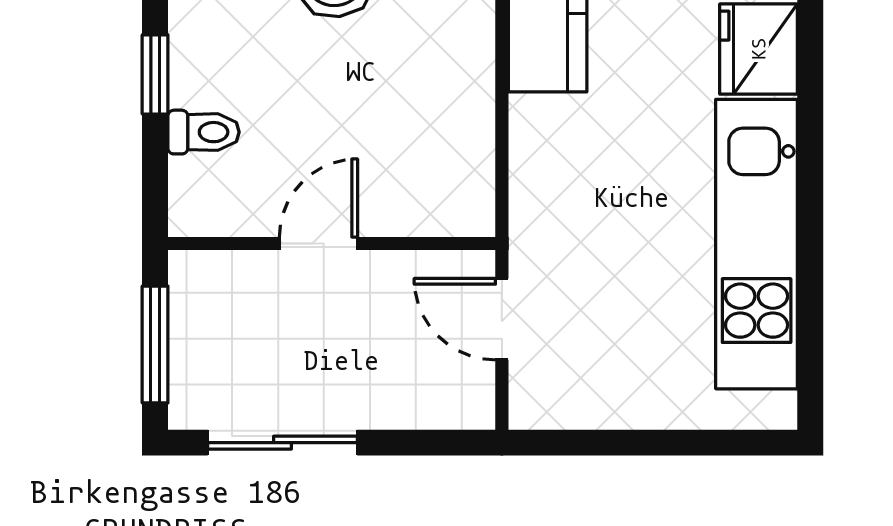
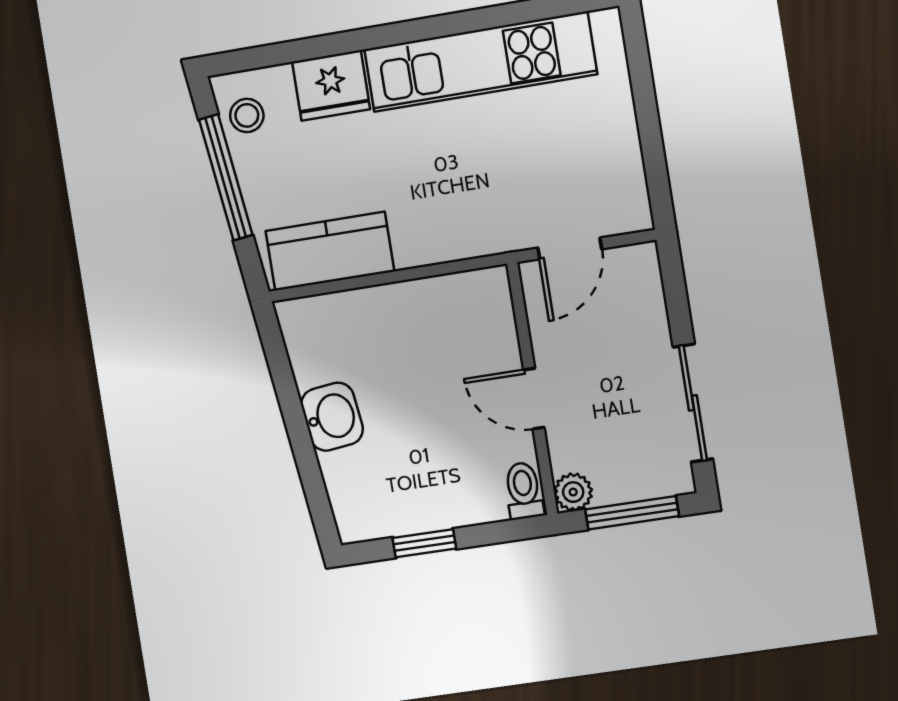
toilet: (204, 132) -> (524, 491), moved
plant: (192, 274) -> (573, 492), added

